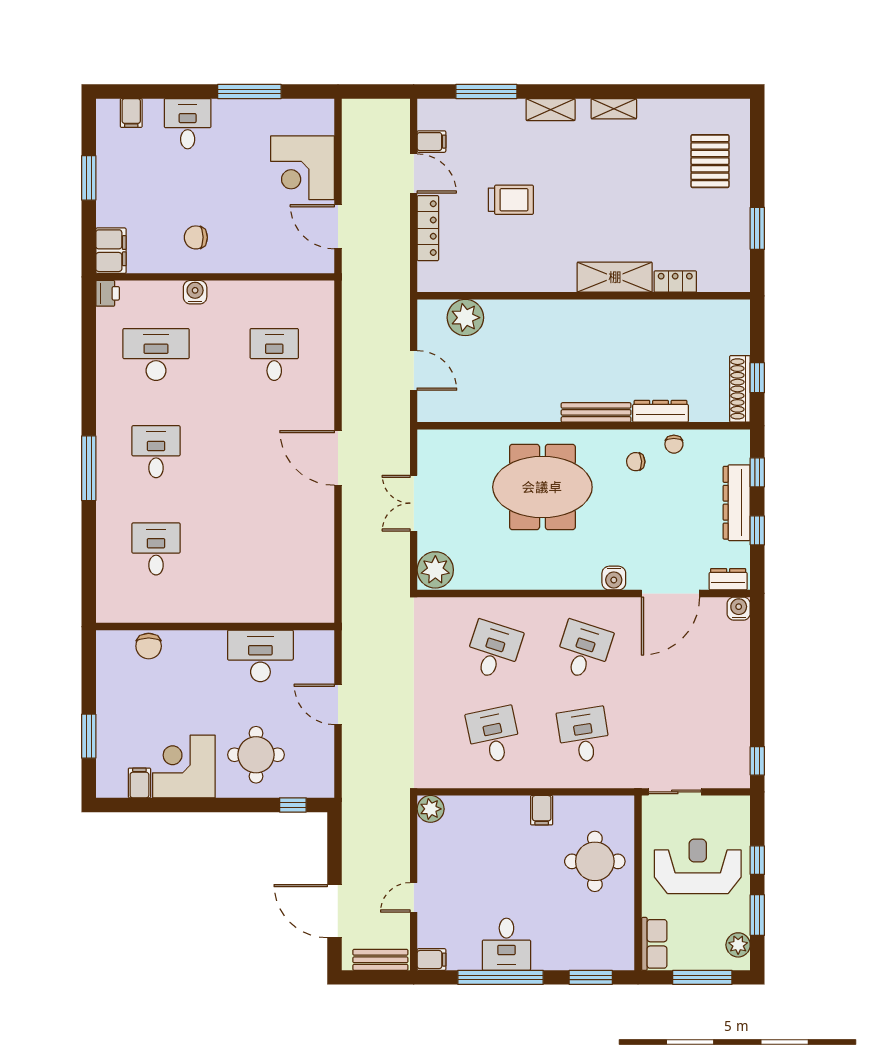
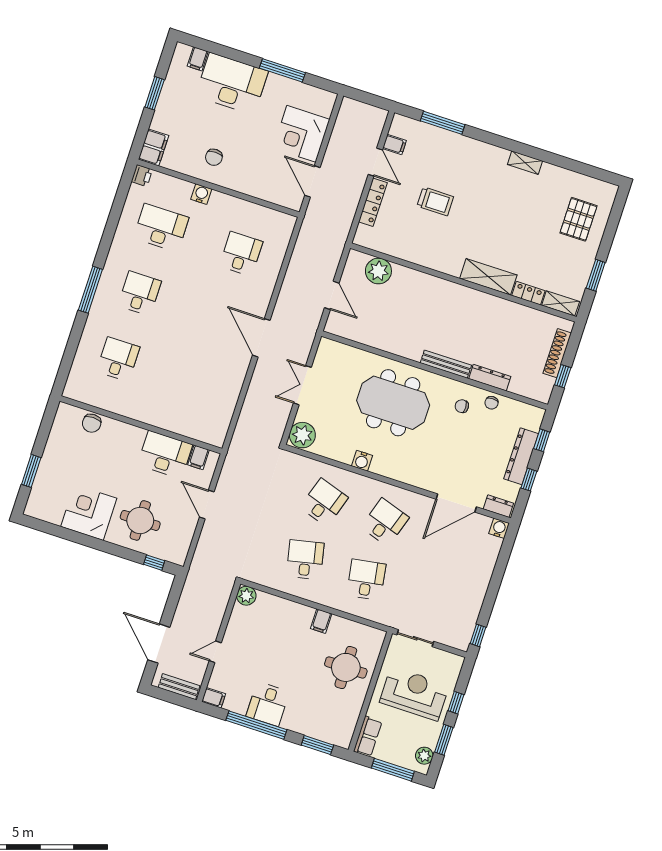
shelving: (551, 110) -> (561, 303), moved
desk: (188, 124) -> (232, 84), width x1.87, depth x1.30
chair: (196, 237) -> (214, 157), turned -90
shoe rack: (740, 389) -> (557, 353), moved
water cooler: (614, 578) -> (362, 461), moved
filing cabinet: (139, 783) -> (199, 457), moved, turned 180

